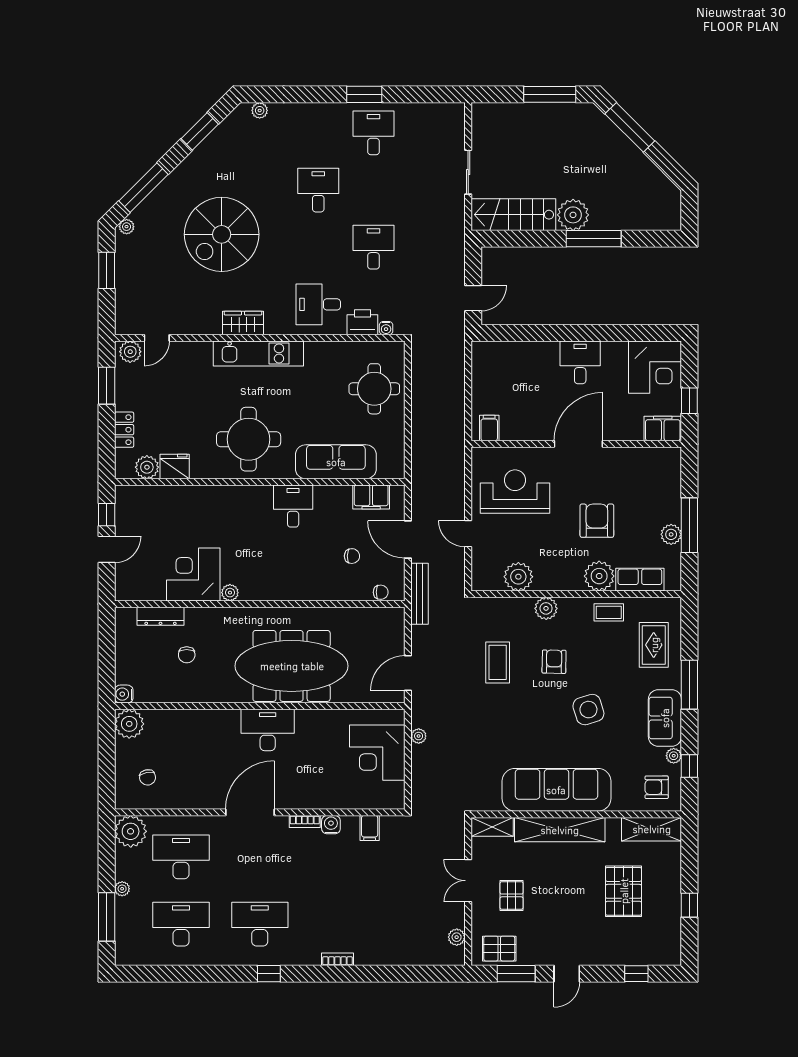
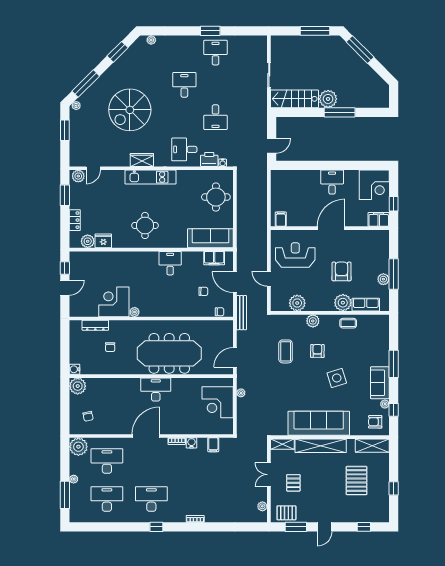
desk: (374, 247) -> (216, 117), turned 180
round table: (249, 439) -> (145, 225), width x0.73, depth x0.73
sofa: (336, 462) -> (210, 238), moved
rug: (654, 645) -> (374, 342), removed

